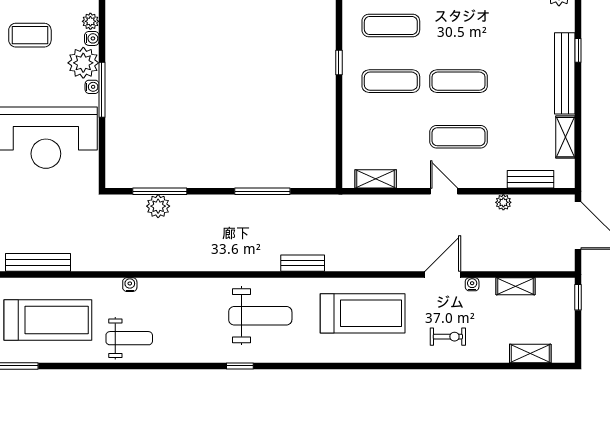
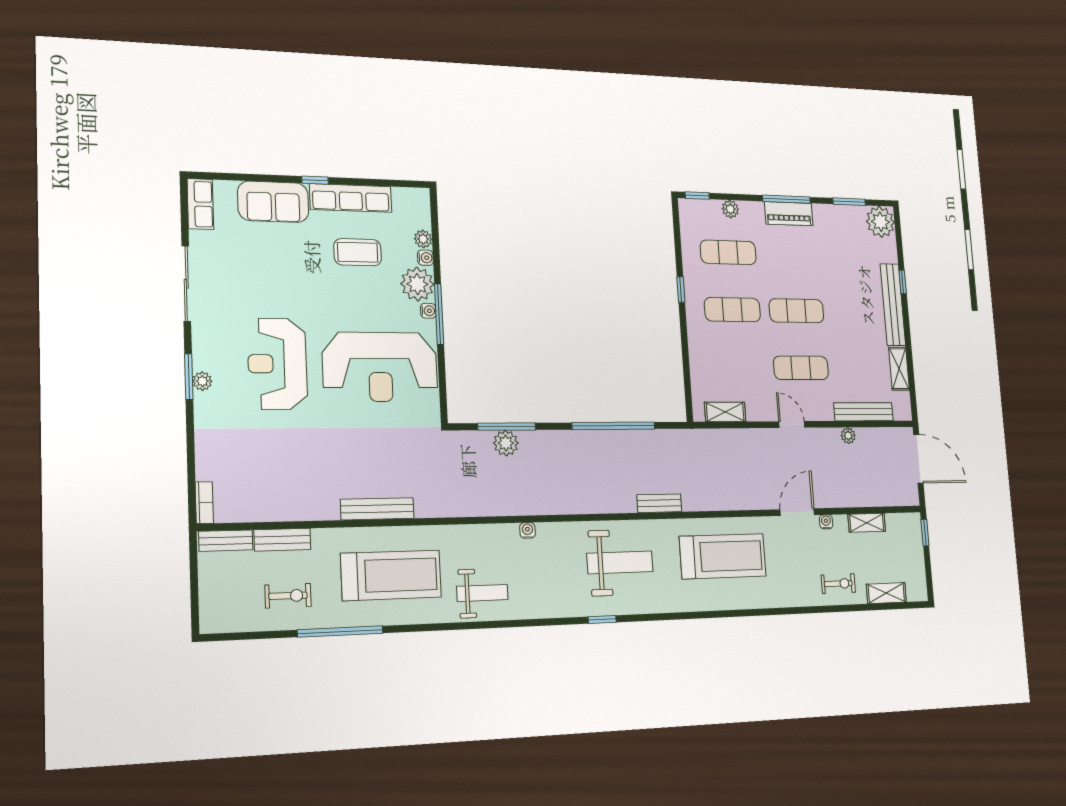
bench: (530, 179) -> (863, 412), width x1.36
window: (262, 191) -> (614, 426), width x1.46
water cooler: (130, 285) -> (528, 530), moved
exercise bike: (448, 337) -> (838, 584), moved

